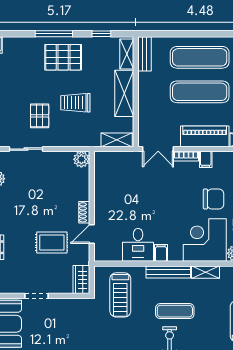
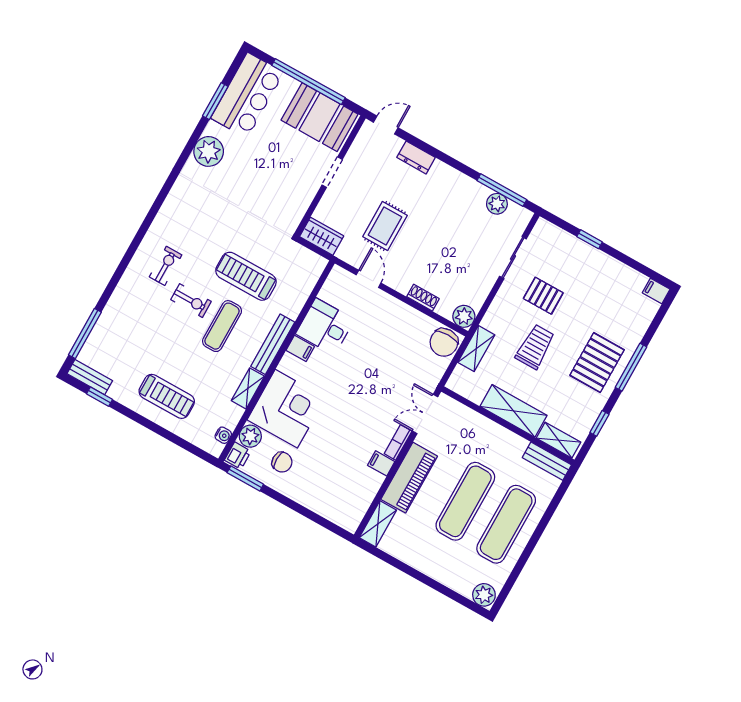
shelving: (117, 140) -> (476, 349), moved
chair: (214, 199) -> (444, 342), moved
shoe rack: (84, 212) -> (423, 298), moved
treadmill: (120, 295) -> (246, 276), moved

